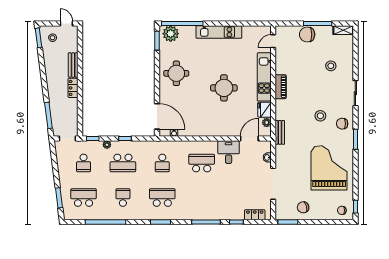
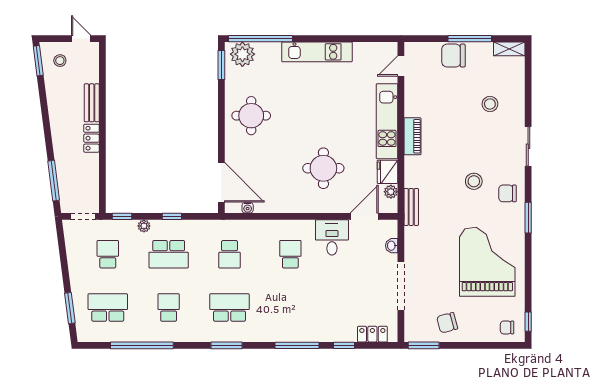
round table: (224, 88) -> (323, 168), moved
school desk: (84, 163) -> (108, 254), turned 180
school desk: (202, 163) -> (290, 254), width x0.54

